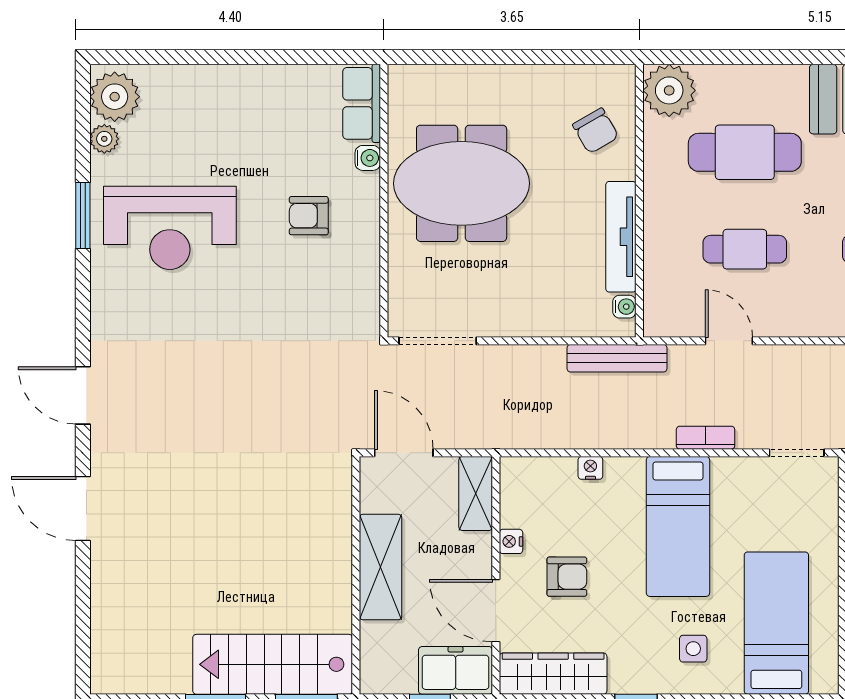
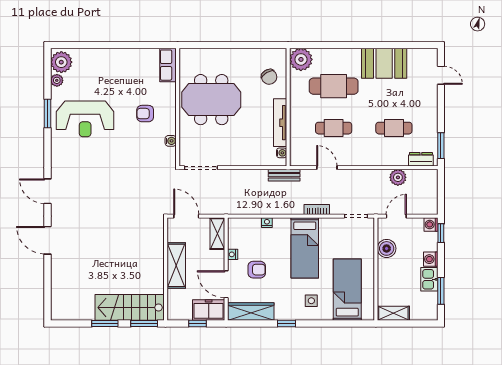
water cooler: (368, 158) -> (171, 141), moved
bench: (617, 358) -> (284, 175), width x0.73

